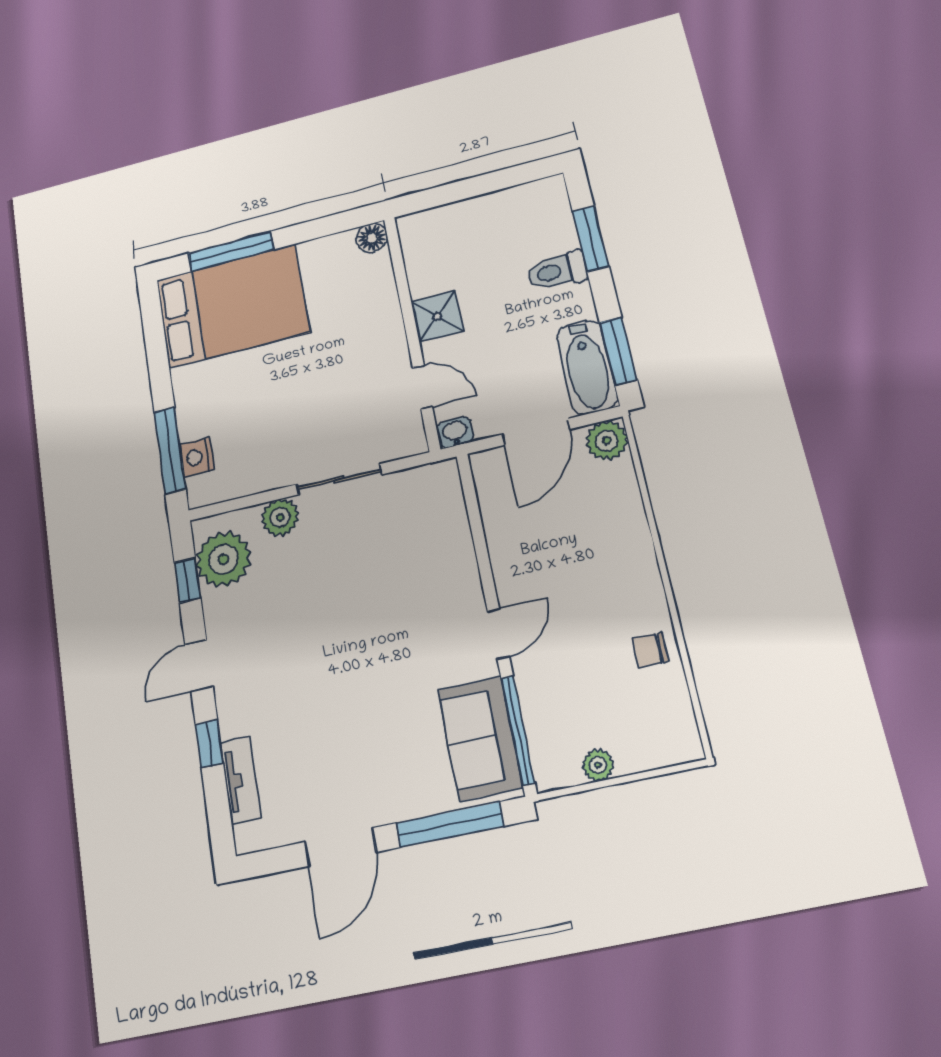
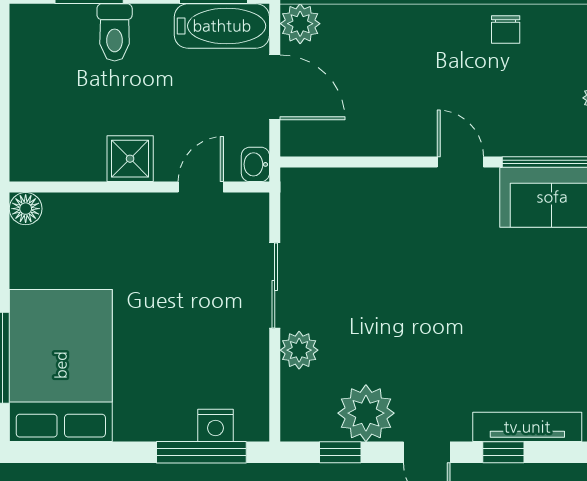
plant: (223, 559) -> (366, 413), moved
tv unit: (241, 780) -> (527, 427), width x1.41

